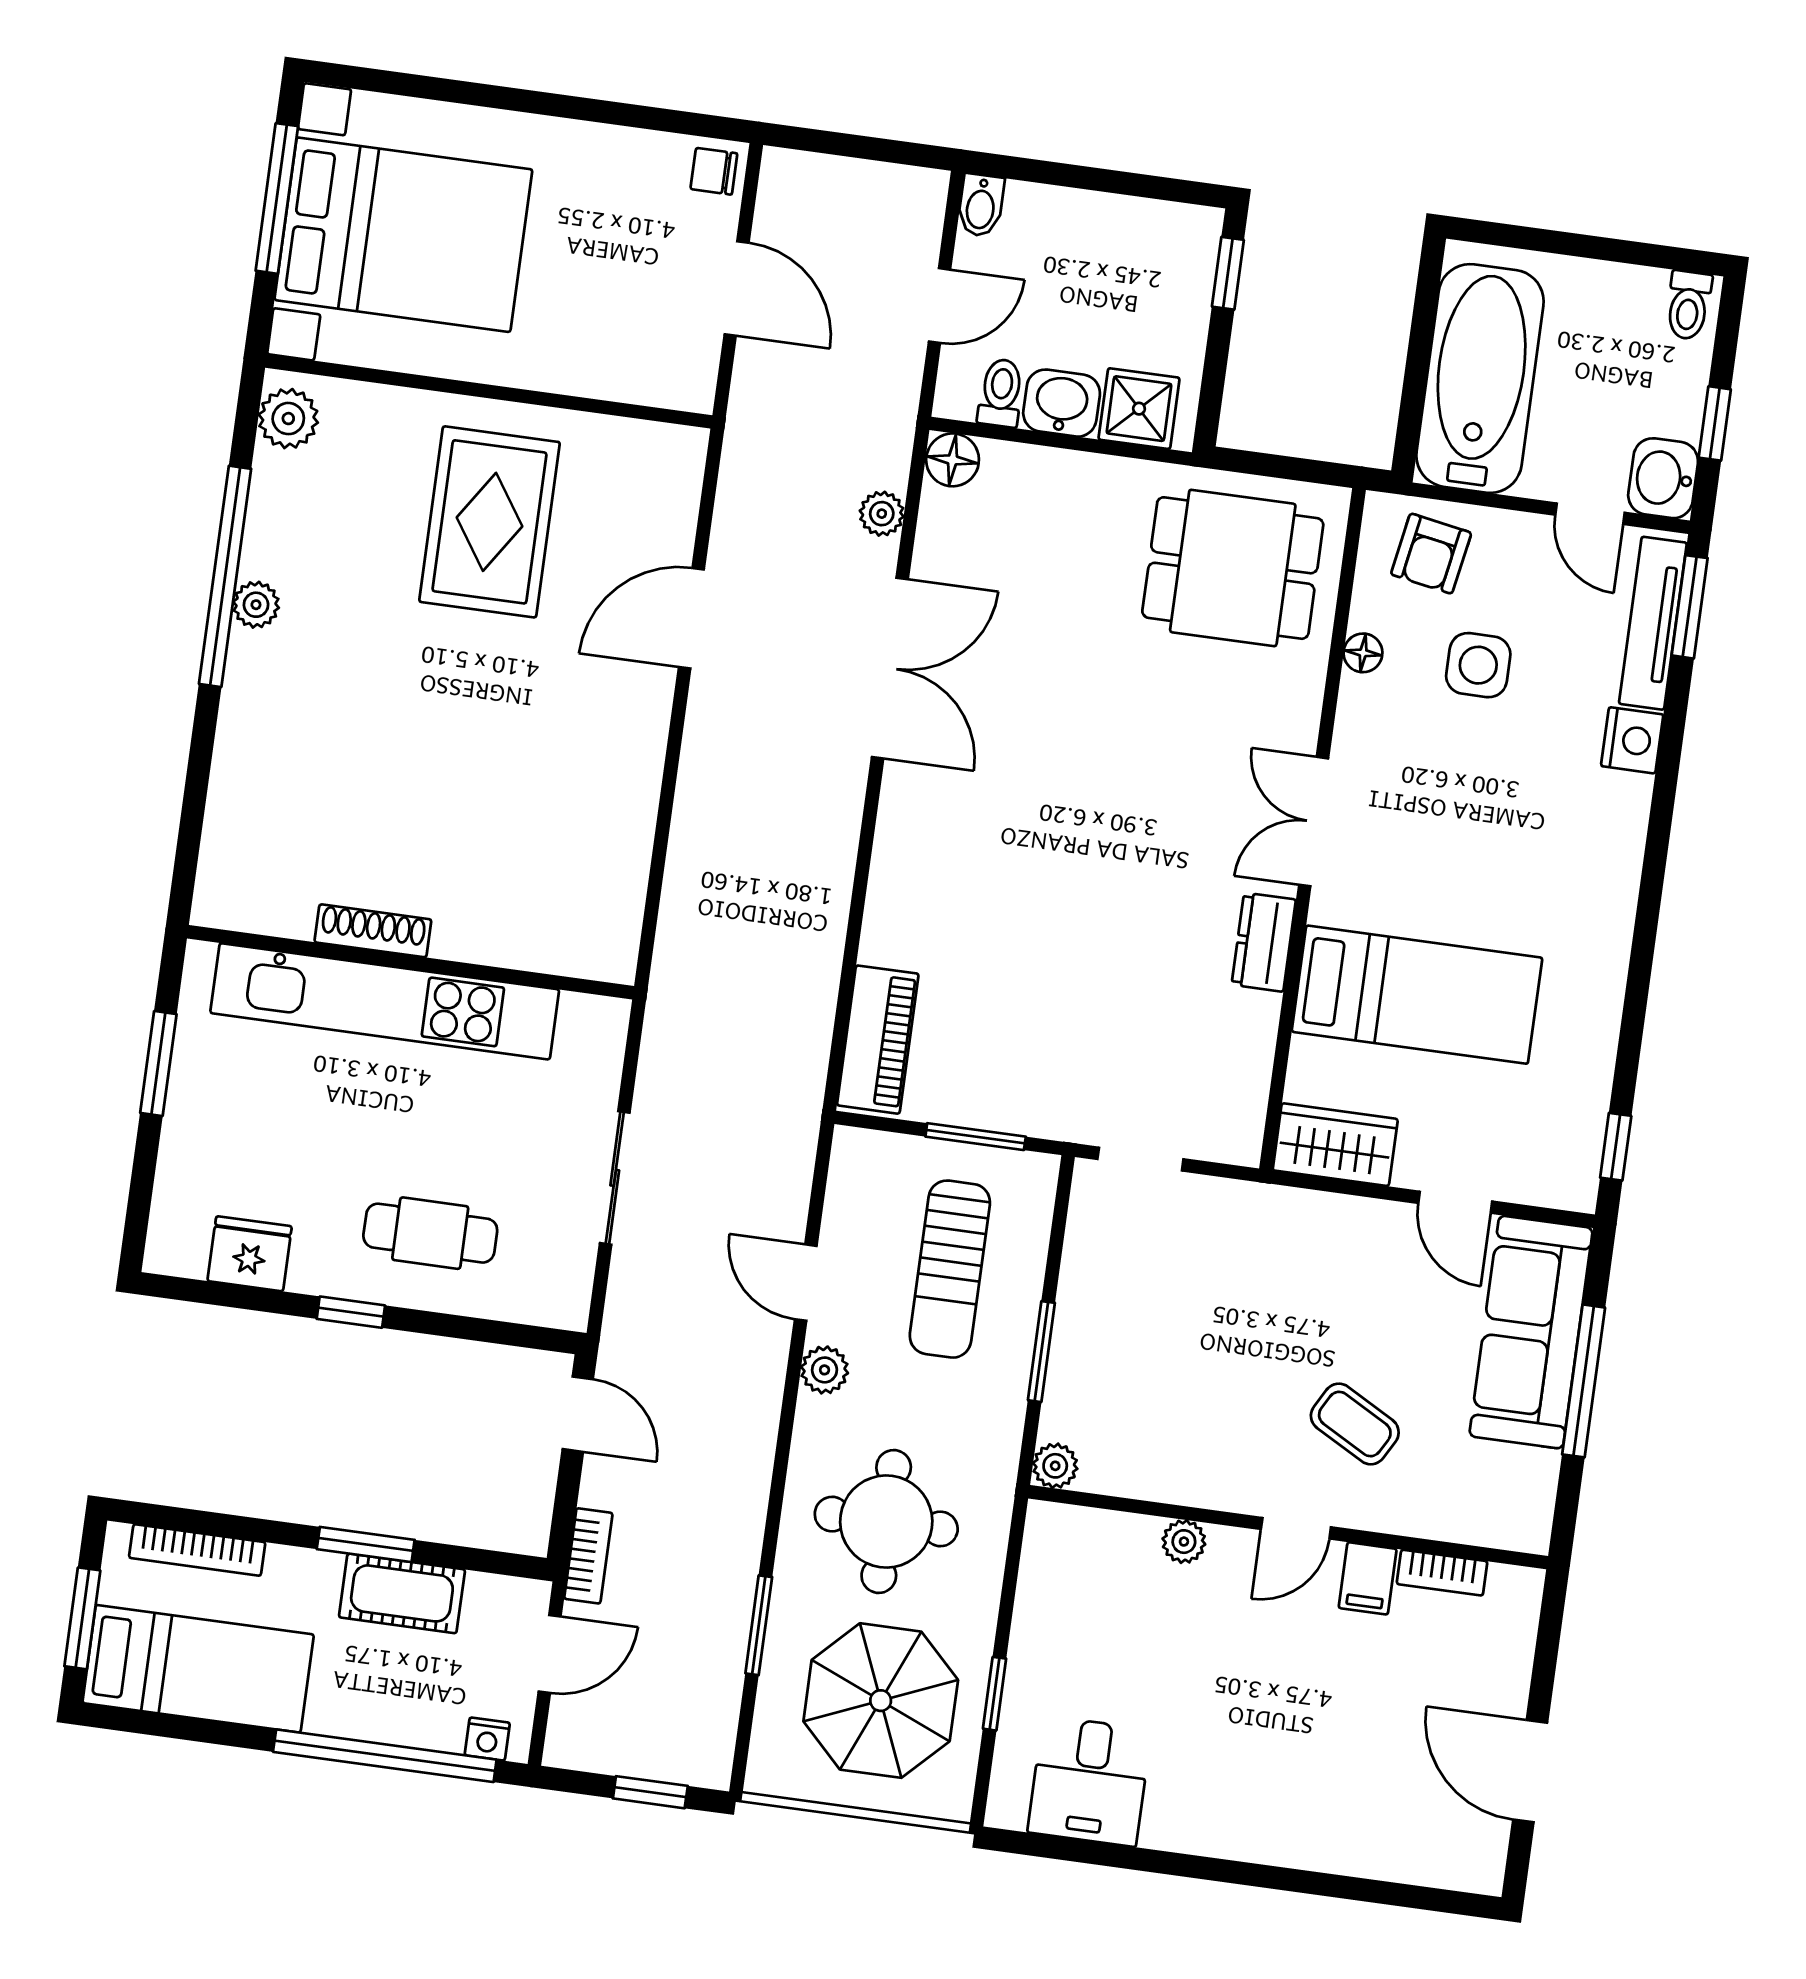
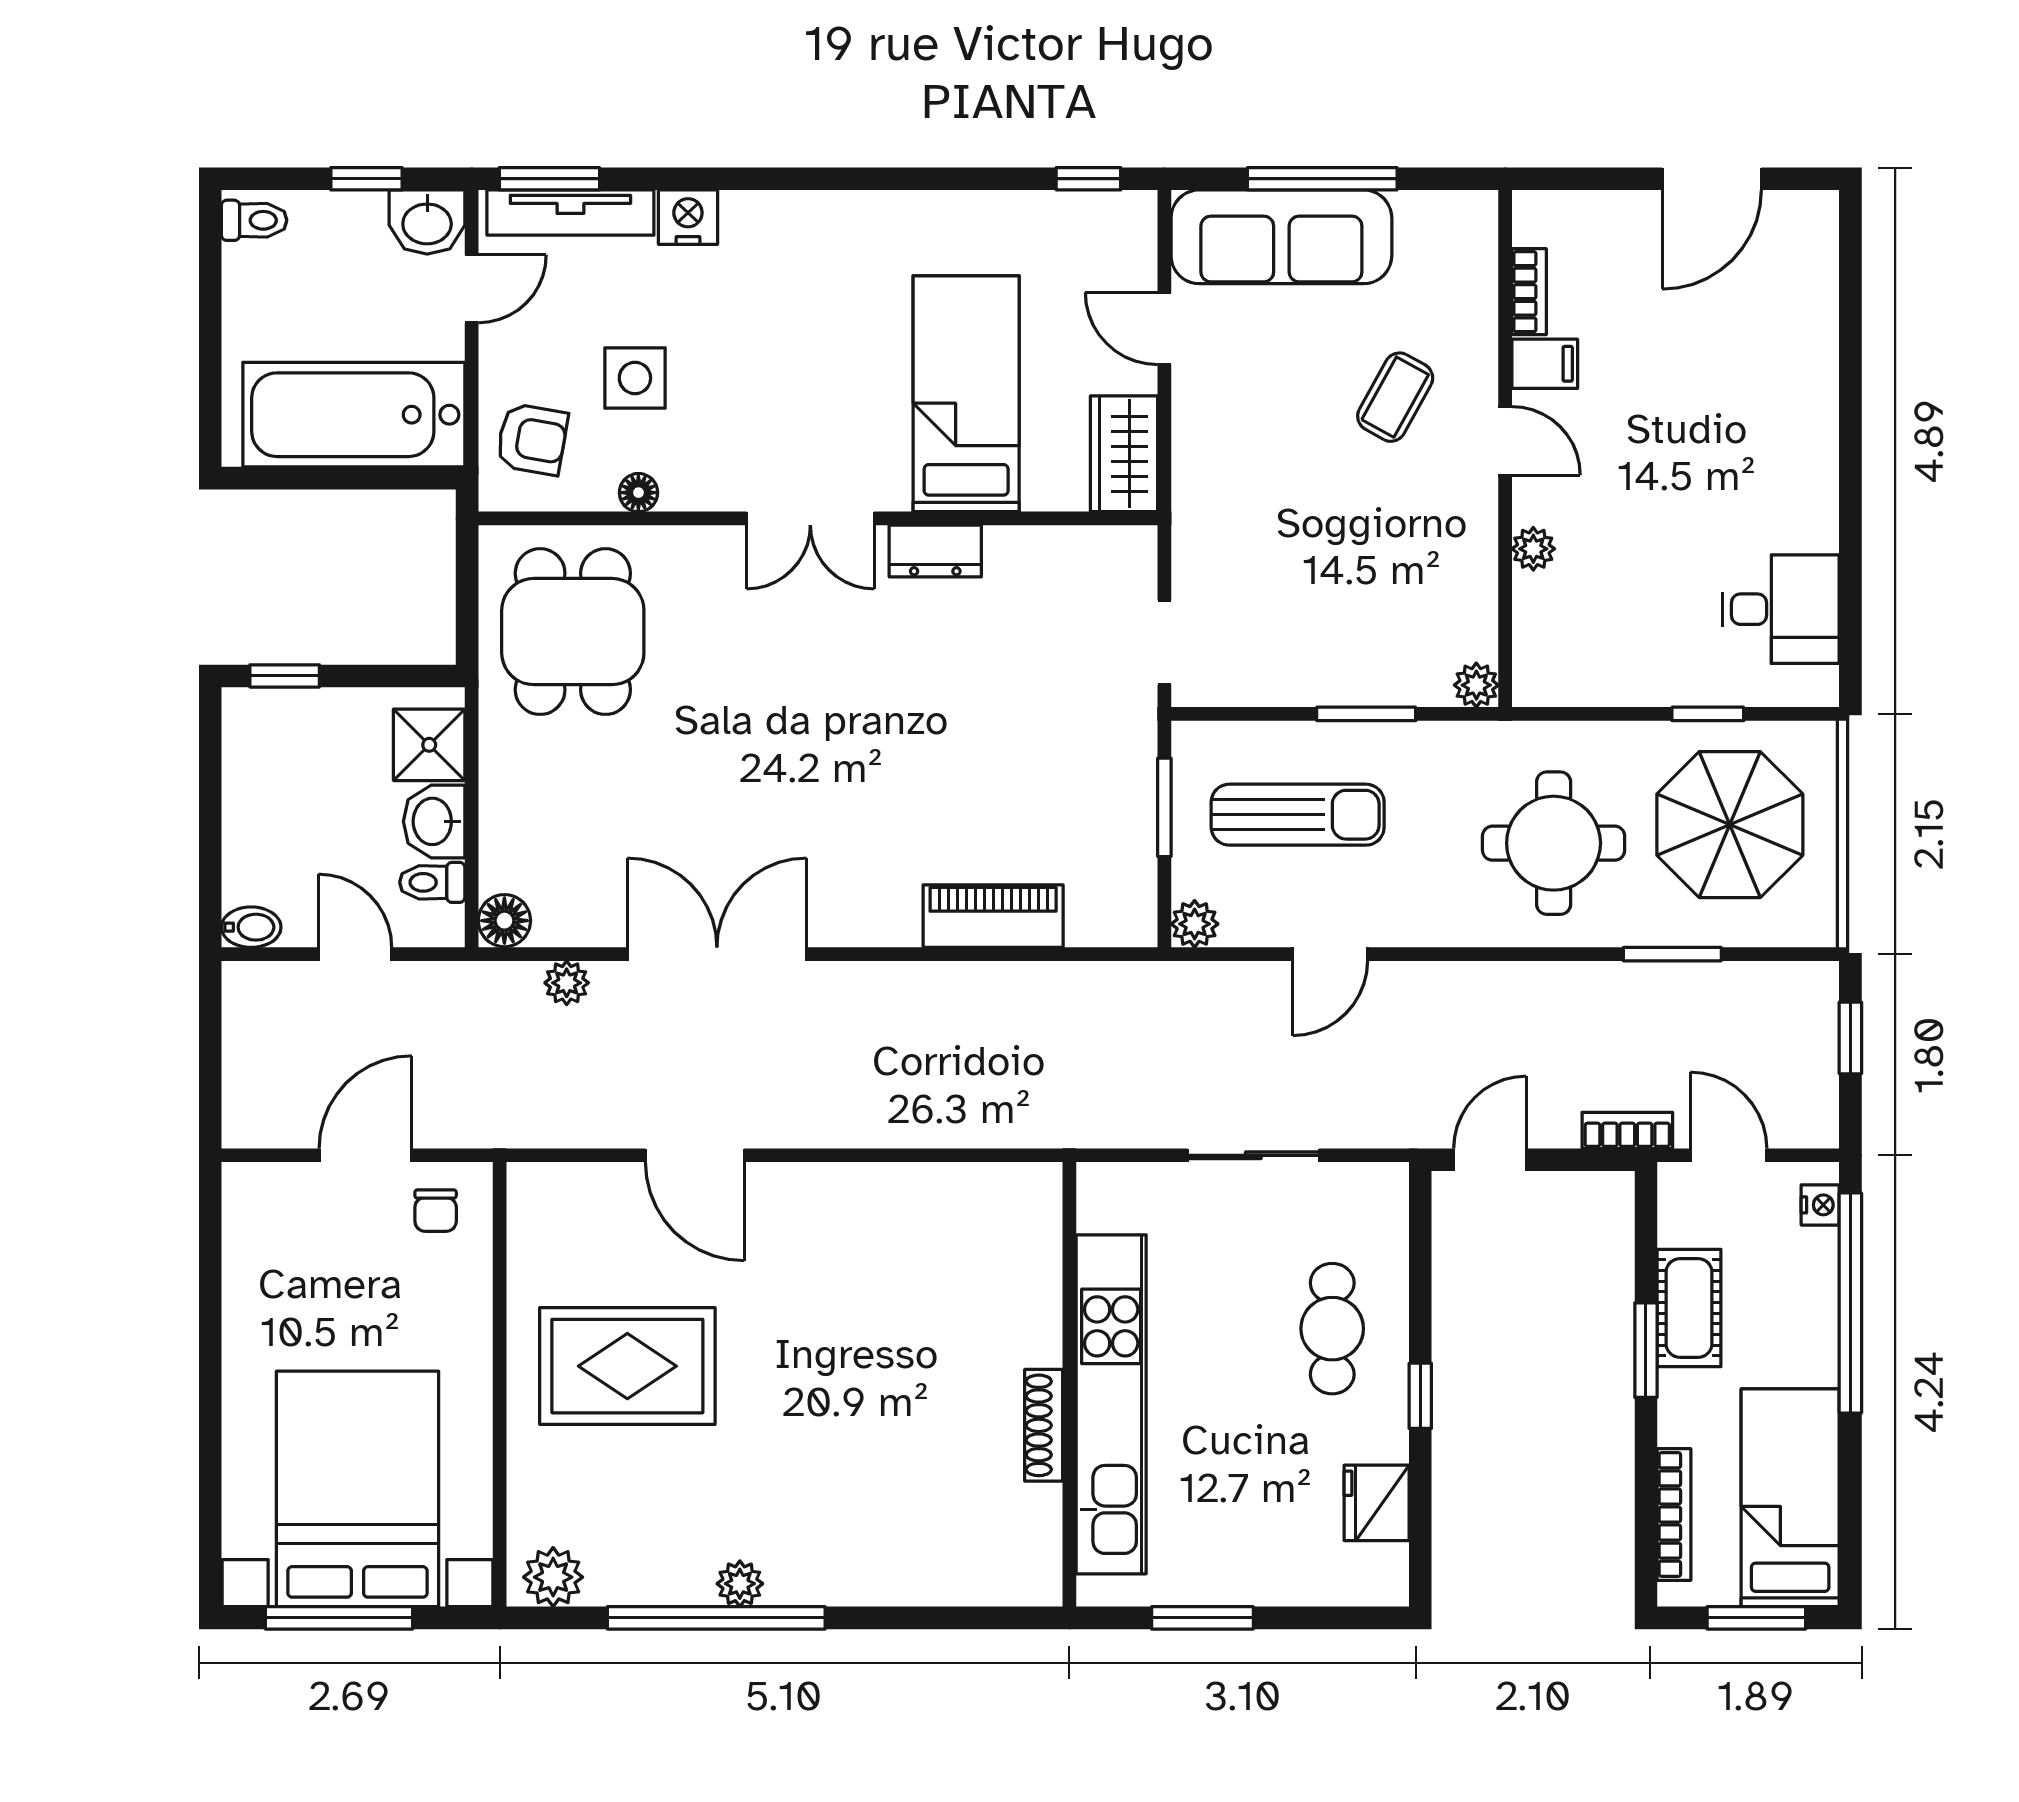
chair: (714, 171) -> (436, 1211), moved
piano: (878, 1040) -> (993, 916), moved
door: (1455, 1202) -> (1164, 328), swing flipped
plant: (825, 1370) -> (1195, 924), moved

